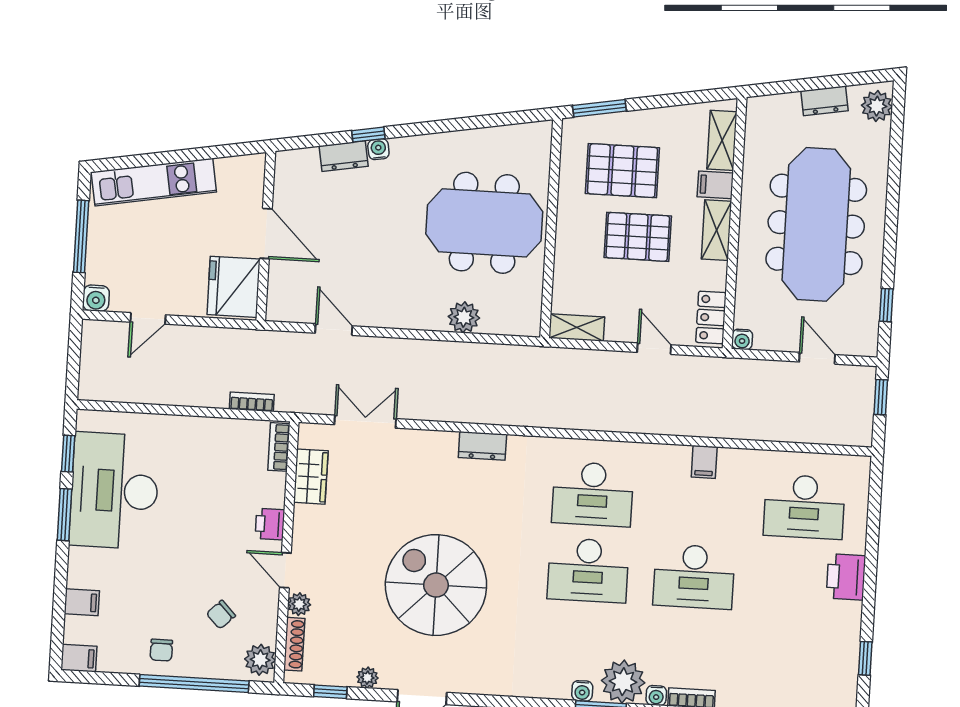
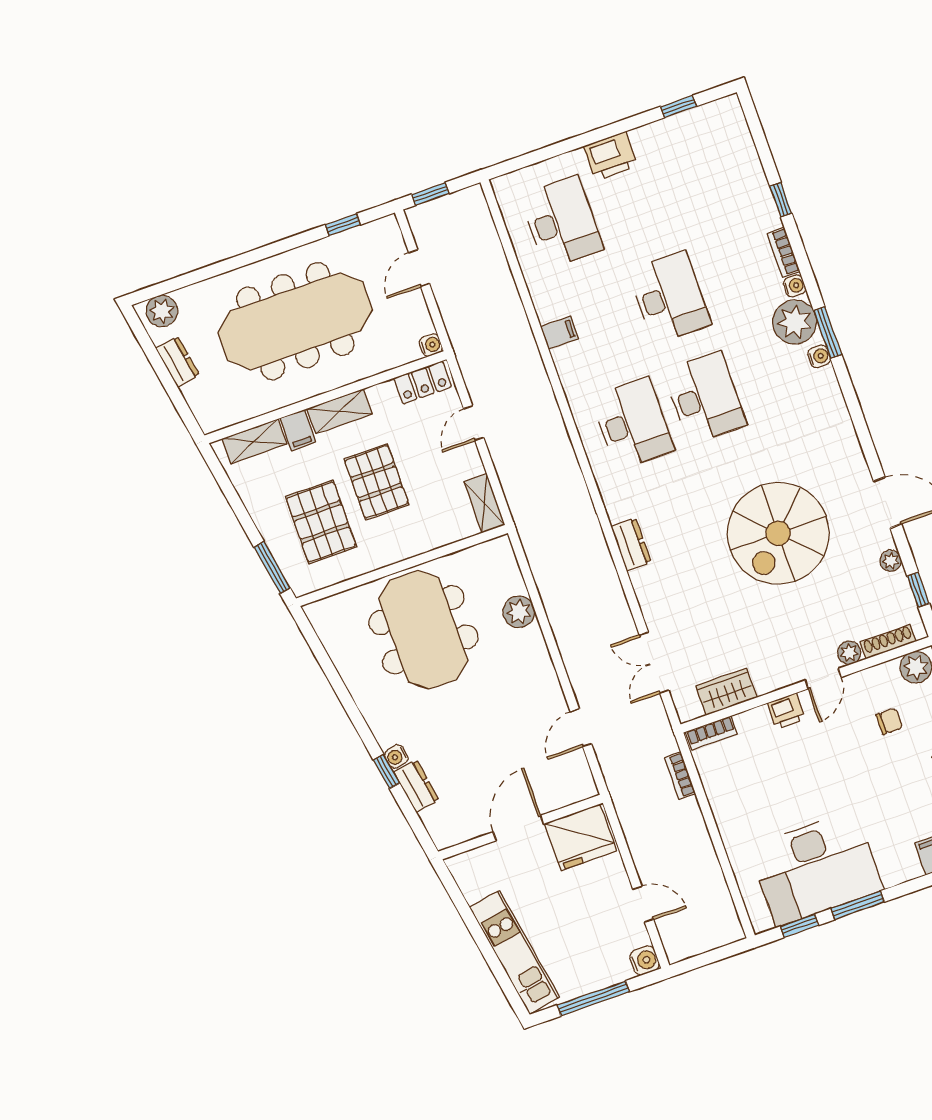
chair: (221, 615) -> (889, 721), turned -46

